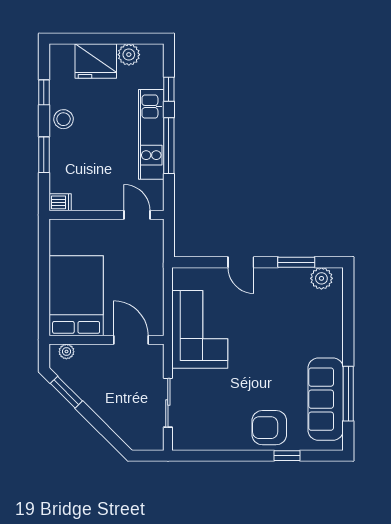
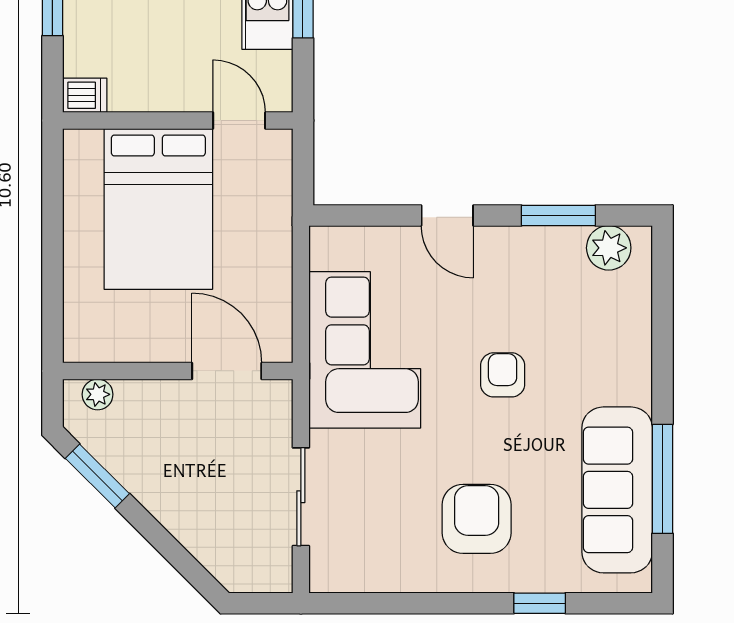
bed: (76, 296) -> (158, 209), moved, turned 180
armchair: (269, 342) -> (503, 375), added
armchair: (269, 428) -> (477, 519), moved, turned 90

